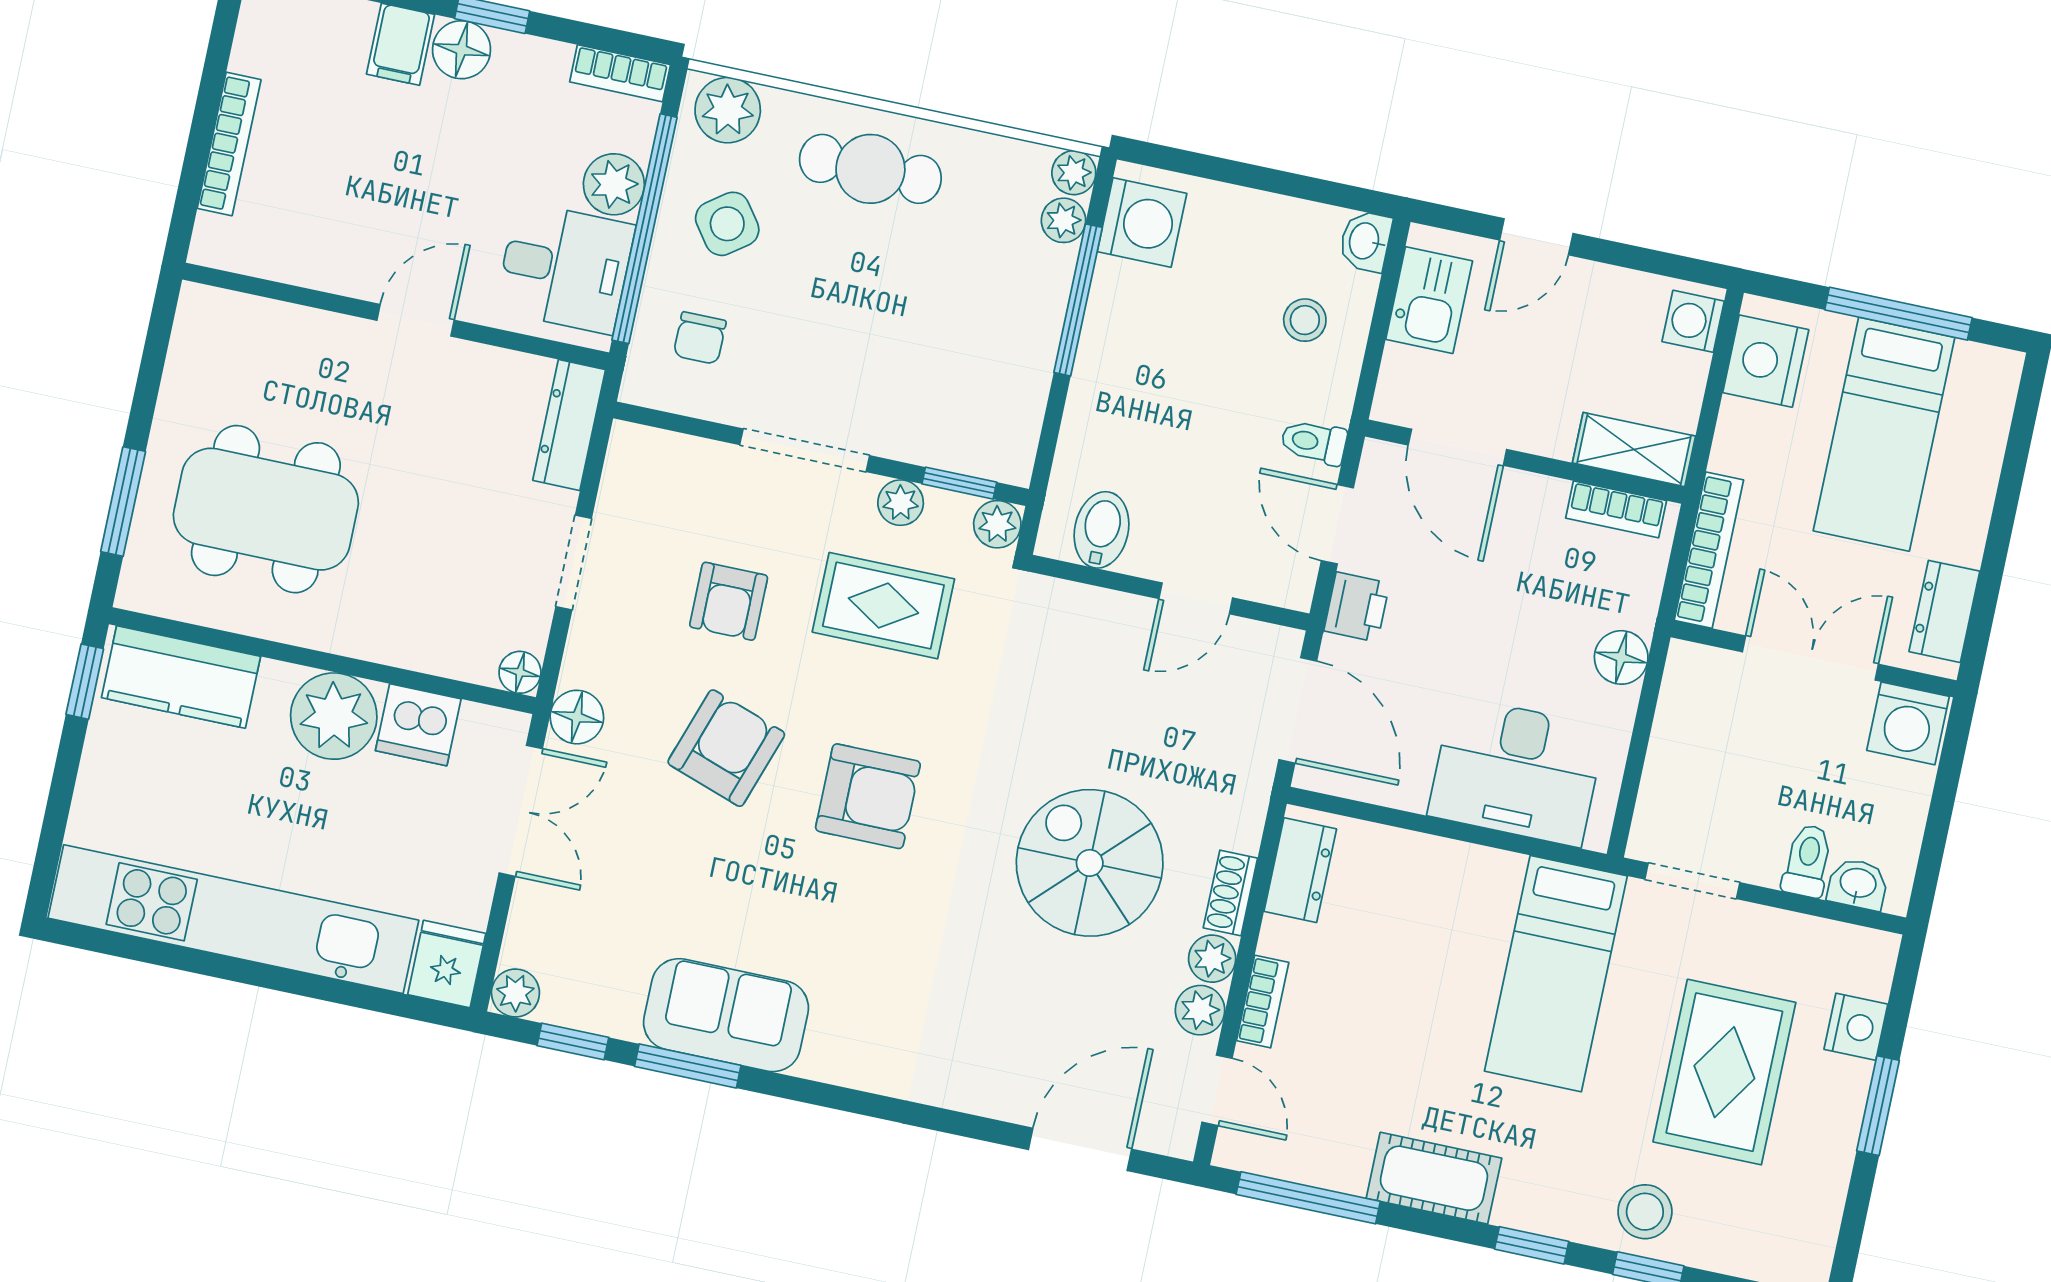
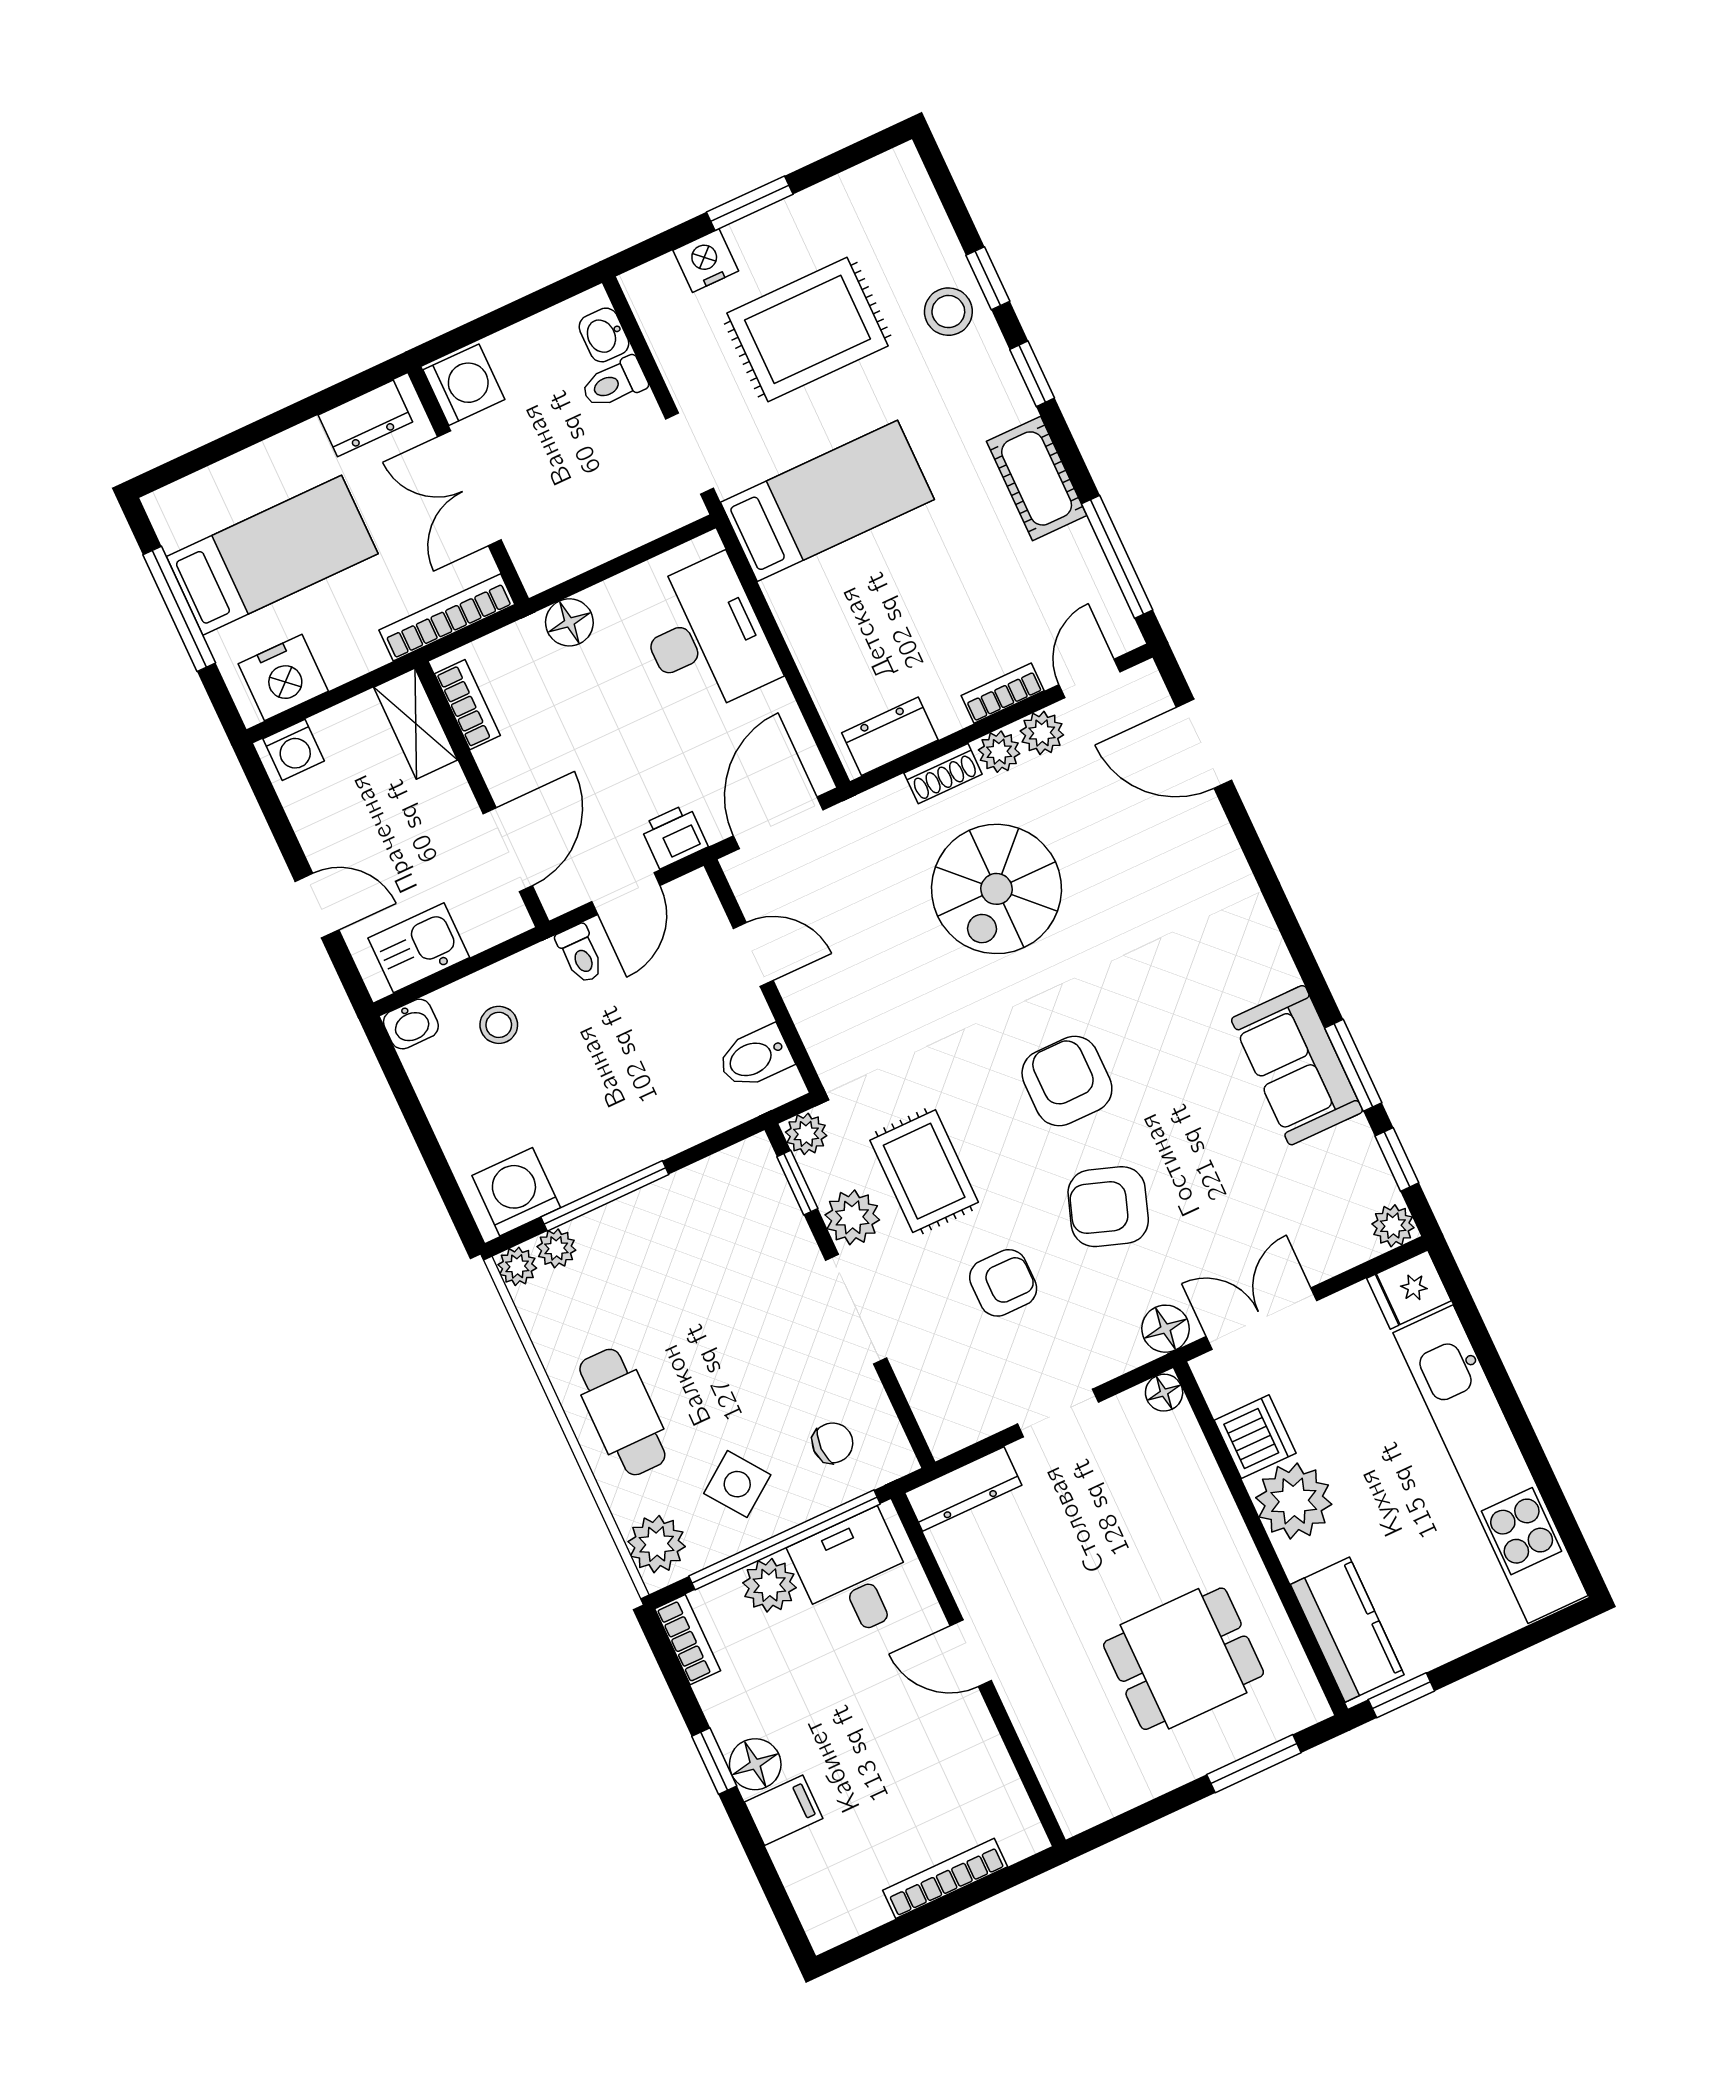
plant: (901, 503) -> (852, 1217), width x1.38, depth x1.38
dining table: (266, 509) -> (1184, 1659), width x0.73

